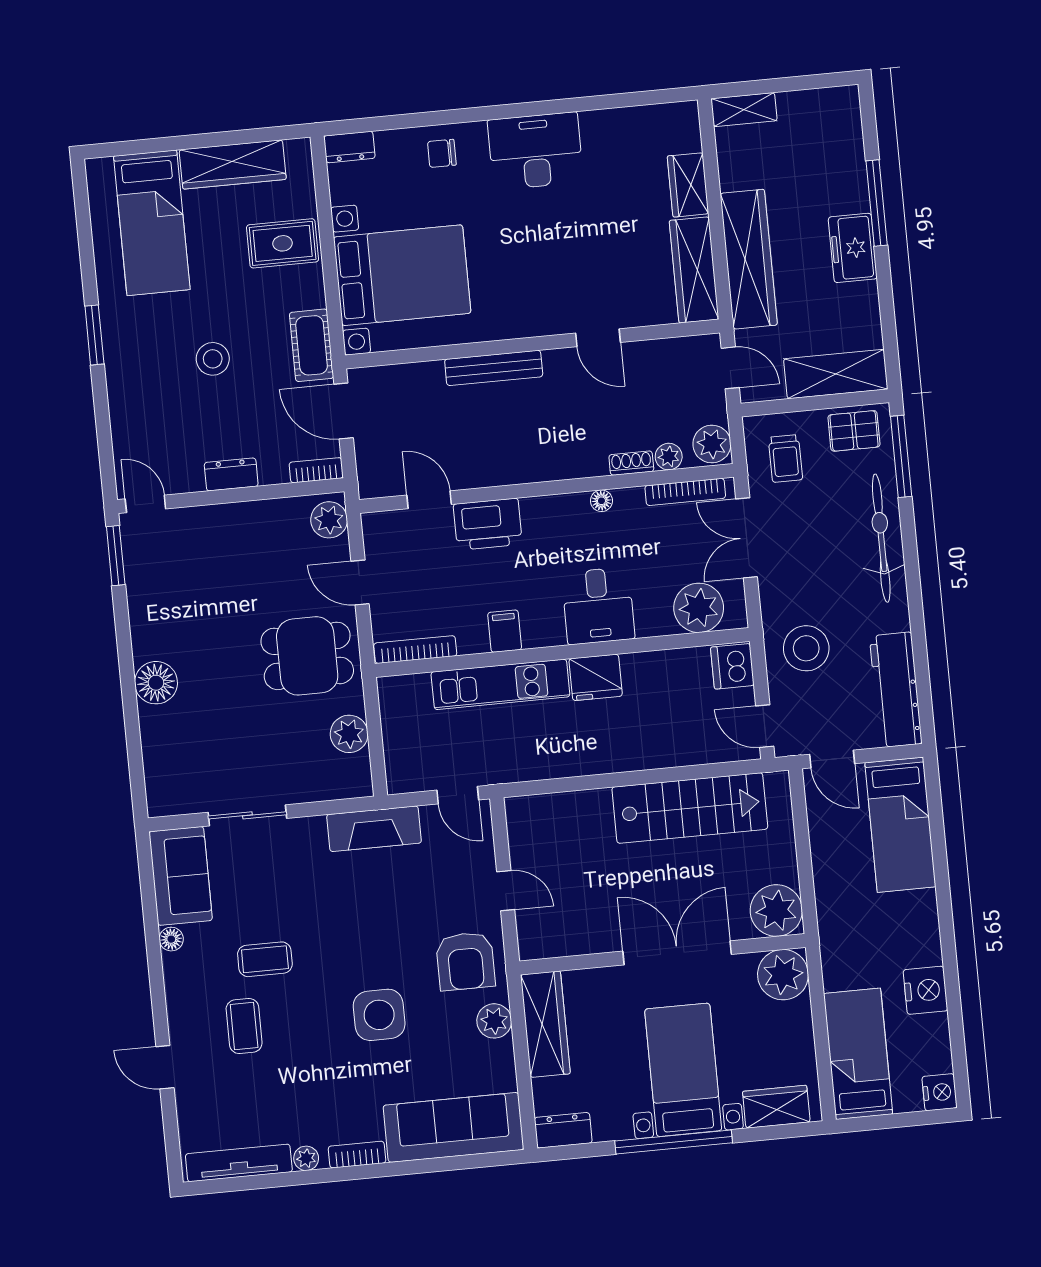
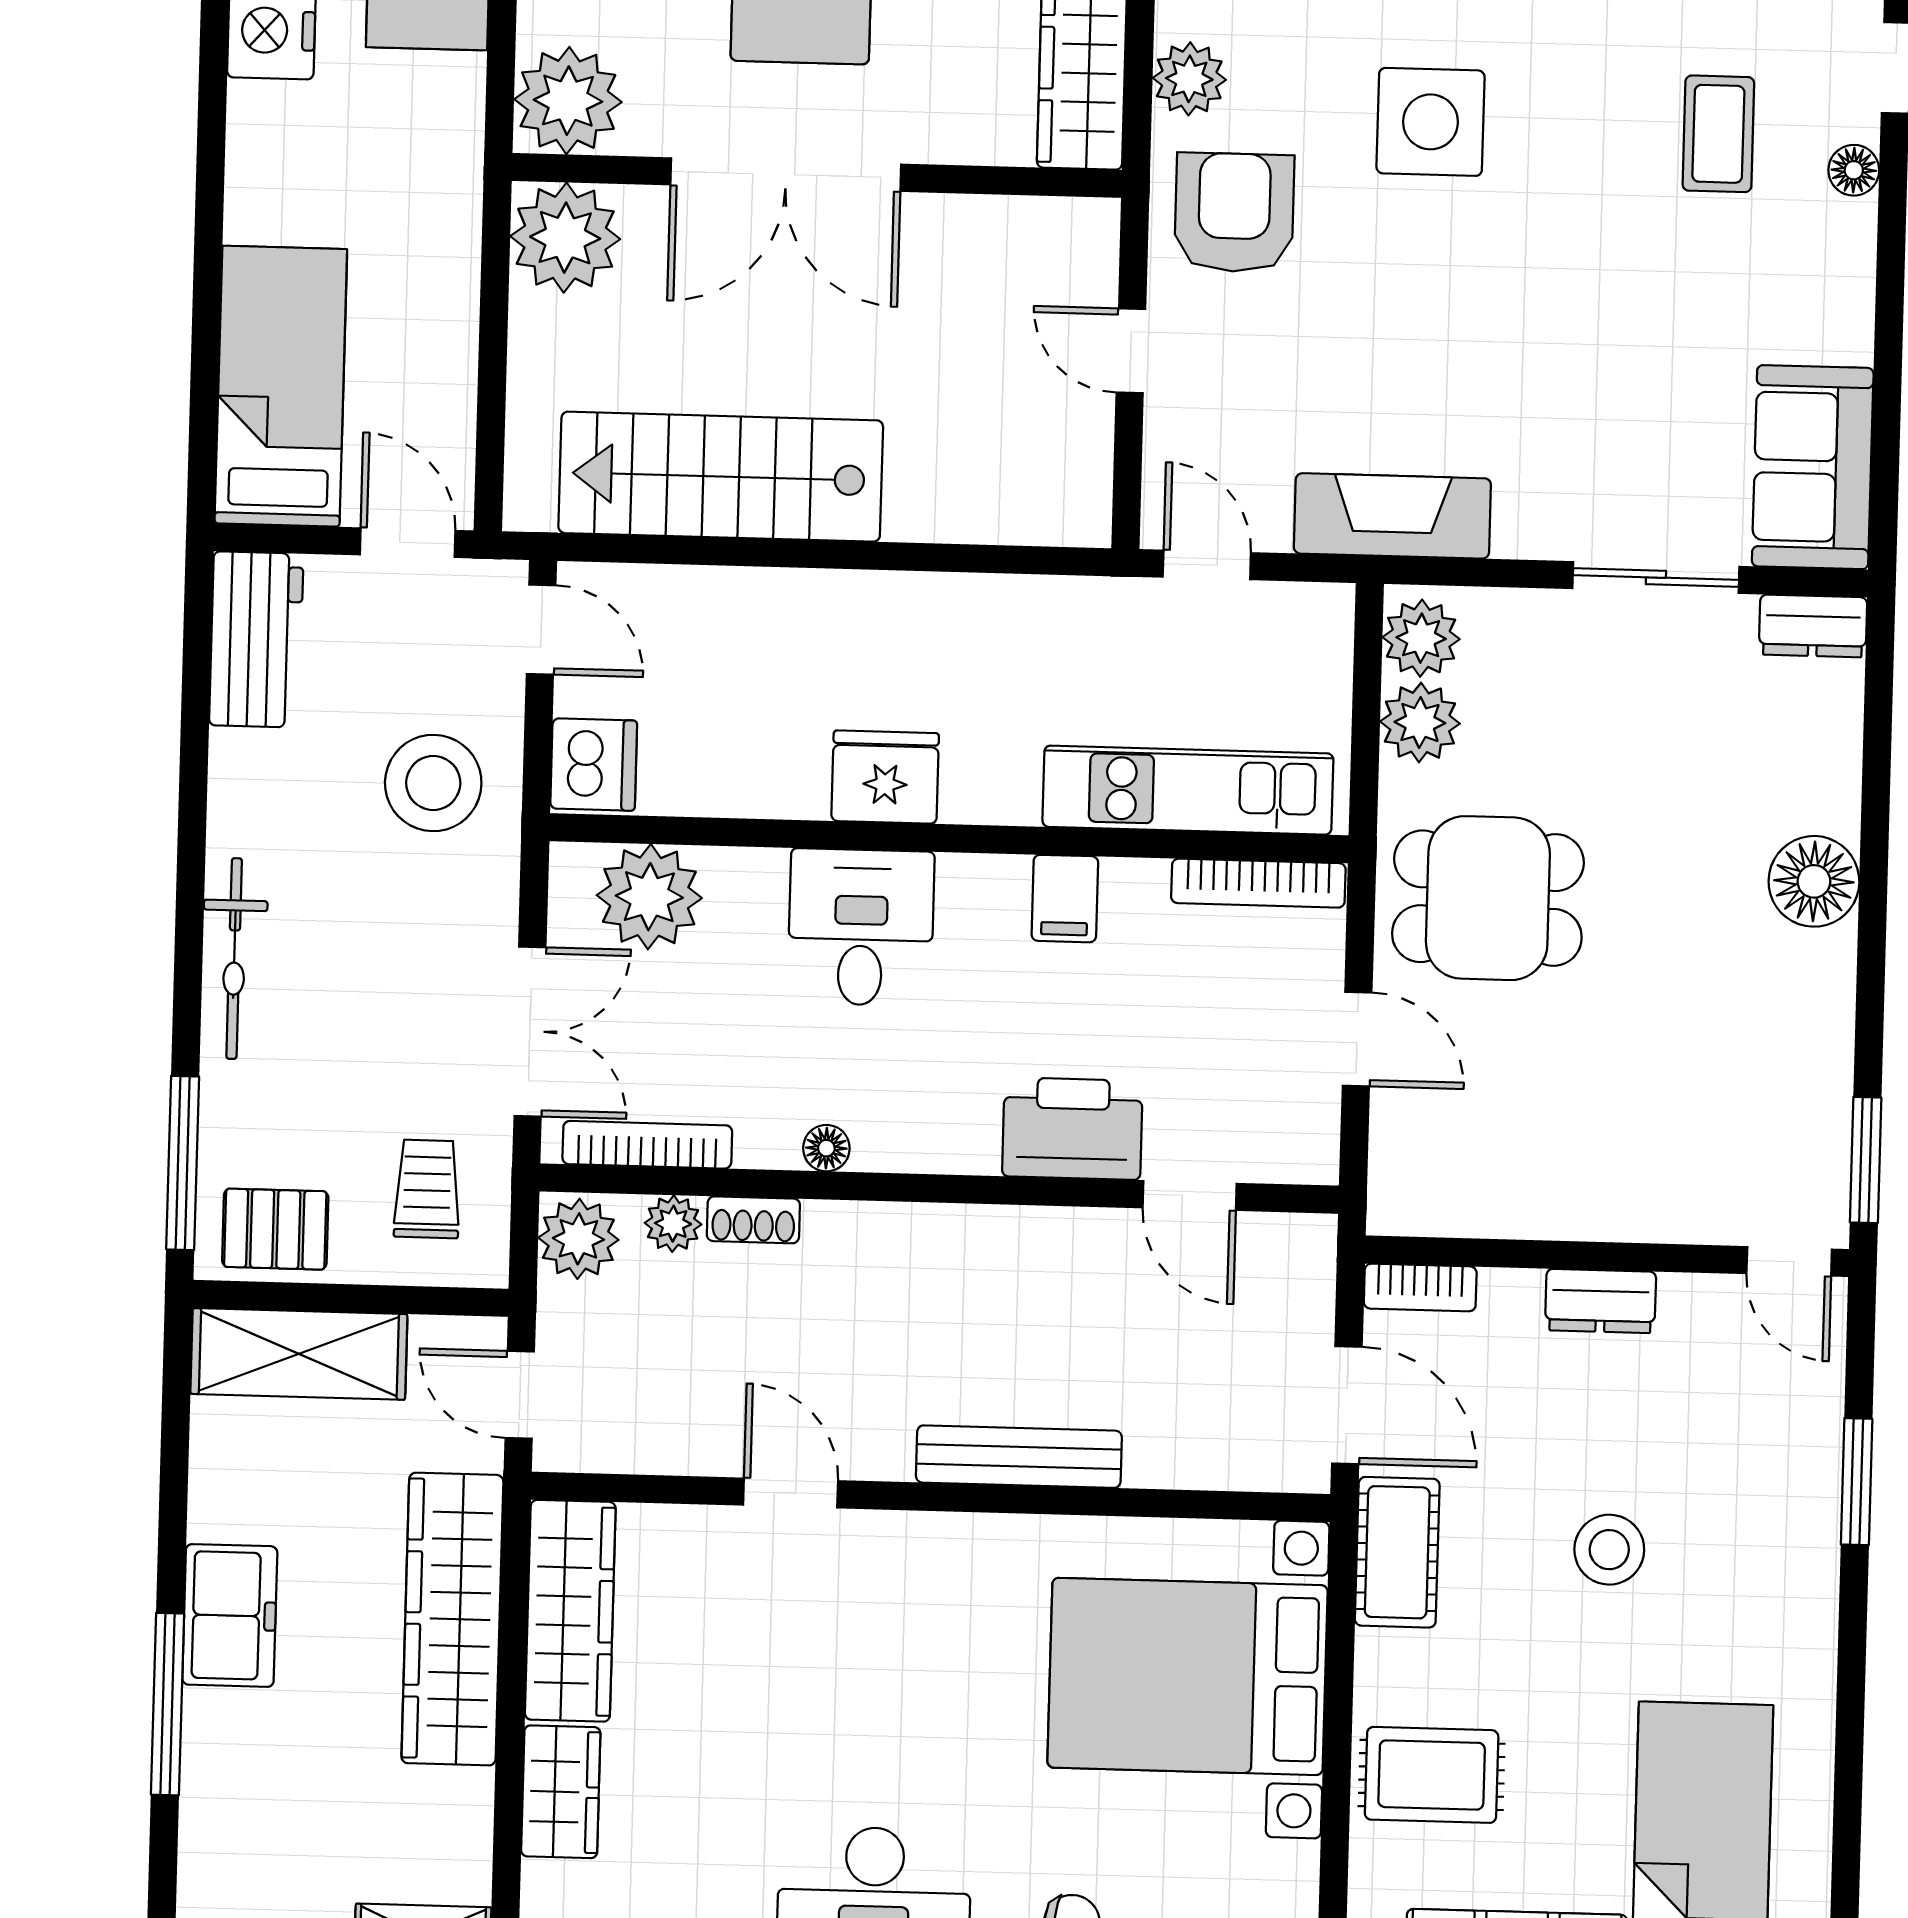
window: (94, 335) -> (1857, 1482), moved
plant: (329, 520) -> (1421, 638), moved
bicycle: (881, 538) -> (234, 959), width x0.73, depth x0.71
kitchen unit: (500, 684) -> (1188, 790), moved
workbench: (896, 690) -> (256, 640), width x0.73
dresser: (171, 802) -> (1813, 626), added
floor lamp: (171, 939) -> (1854, 170), moved
coffee table: (265, 959) -> (1657, 269), removed

